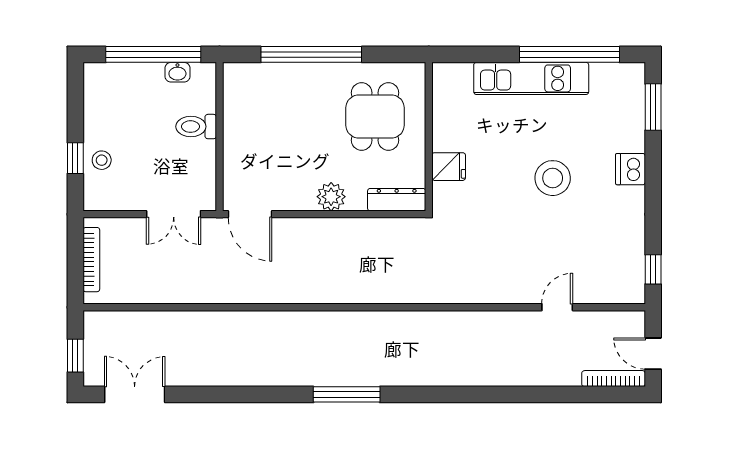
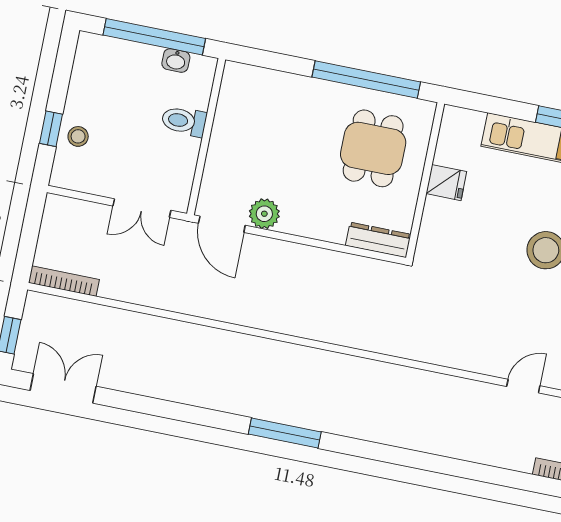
window: (311, 54) -> (366, 80), moved
fridge: (449, 167) -> (446, 183), moved
plant: (331, 197) -> (264, 214), moved
bookcase: (91, 260) -> (64, 281), moved, turned -90

